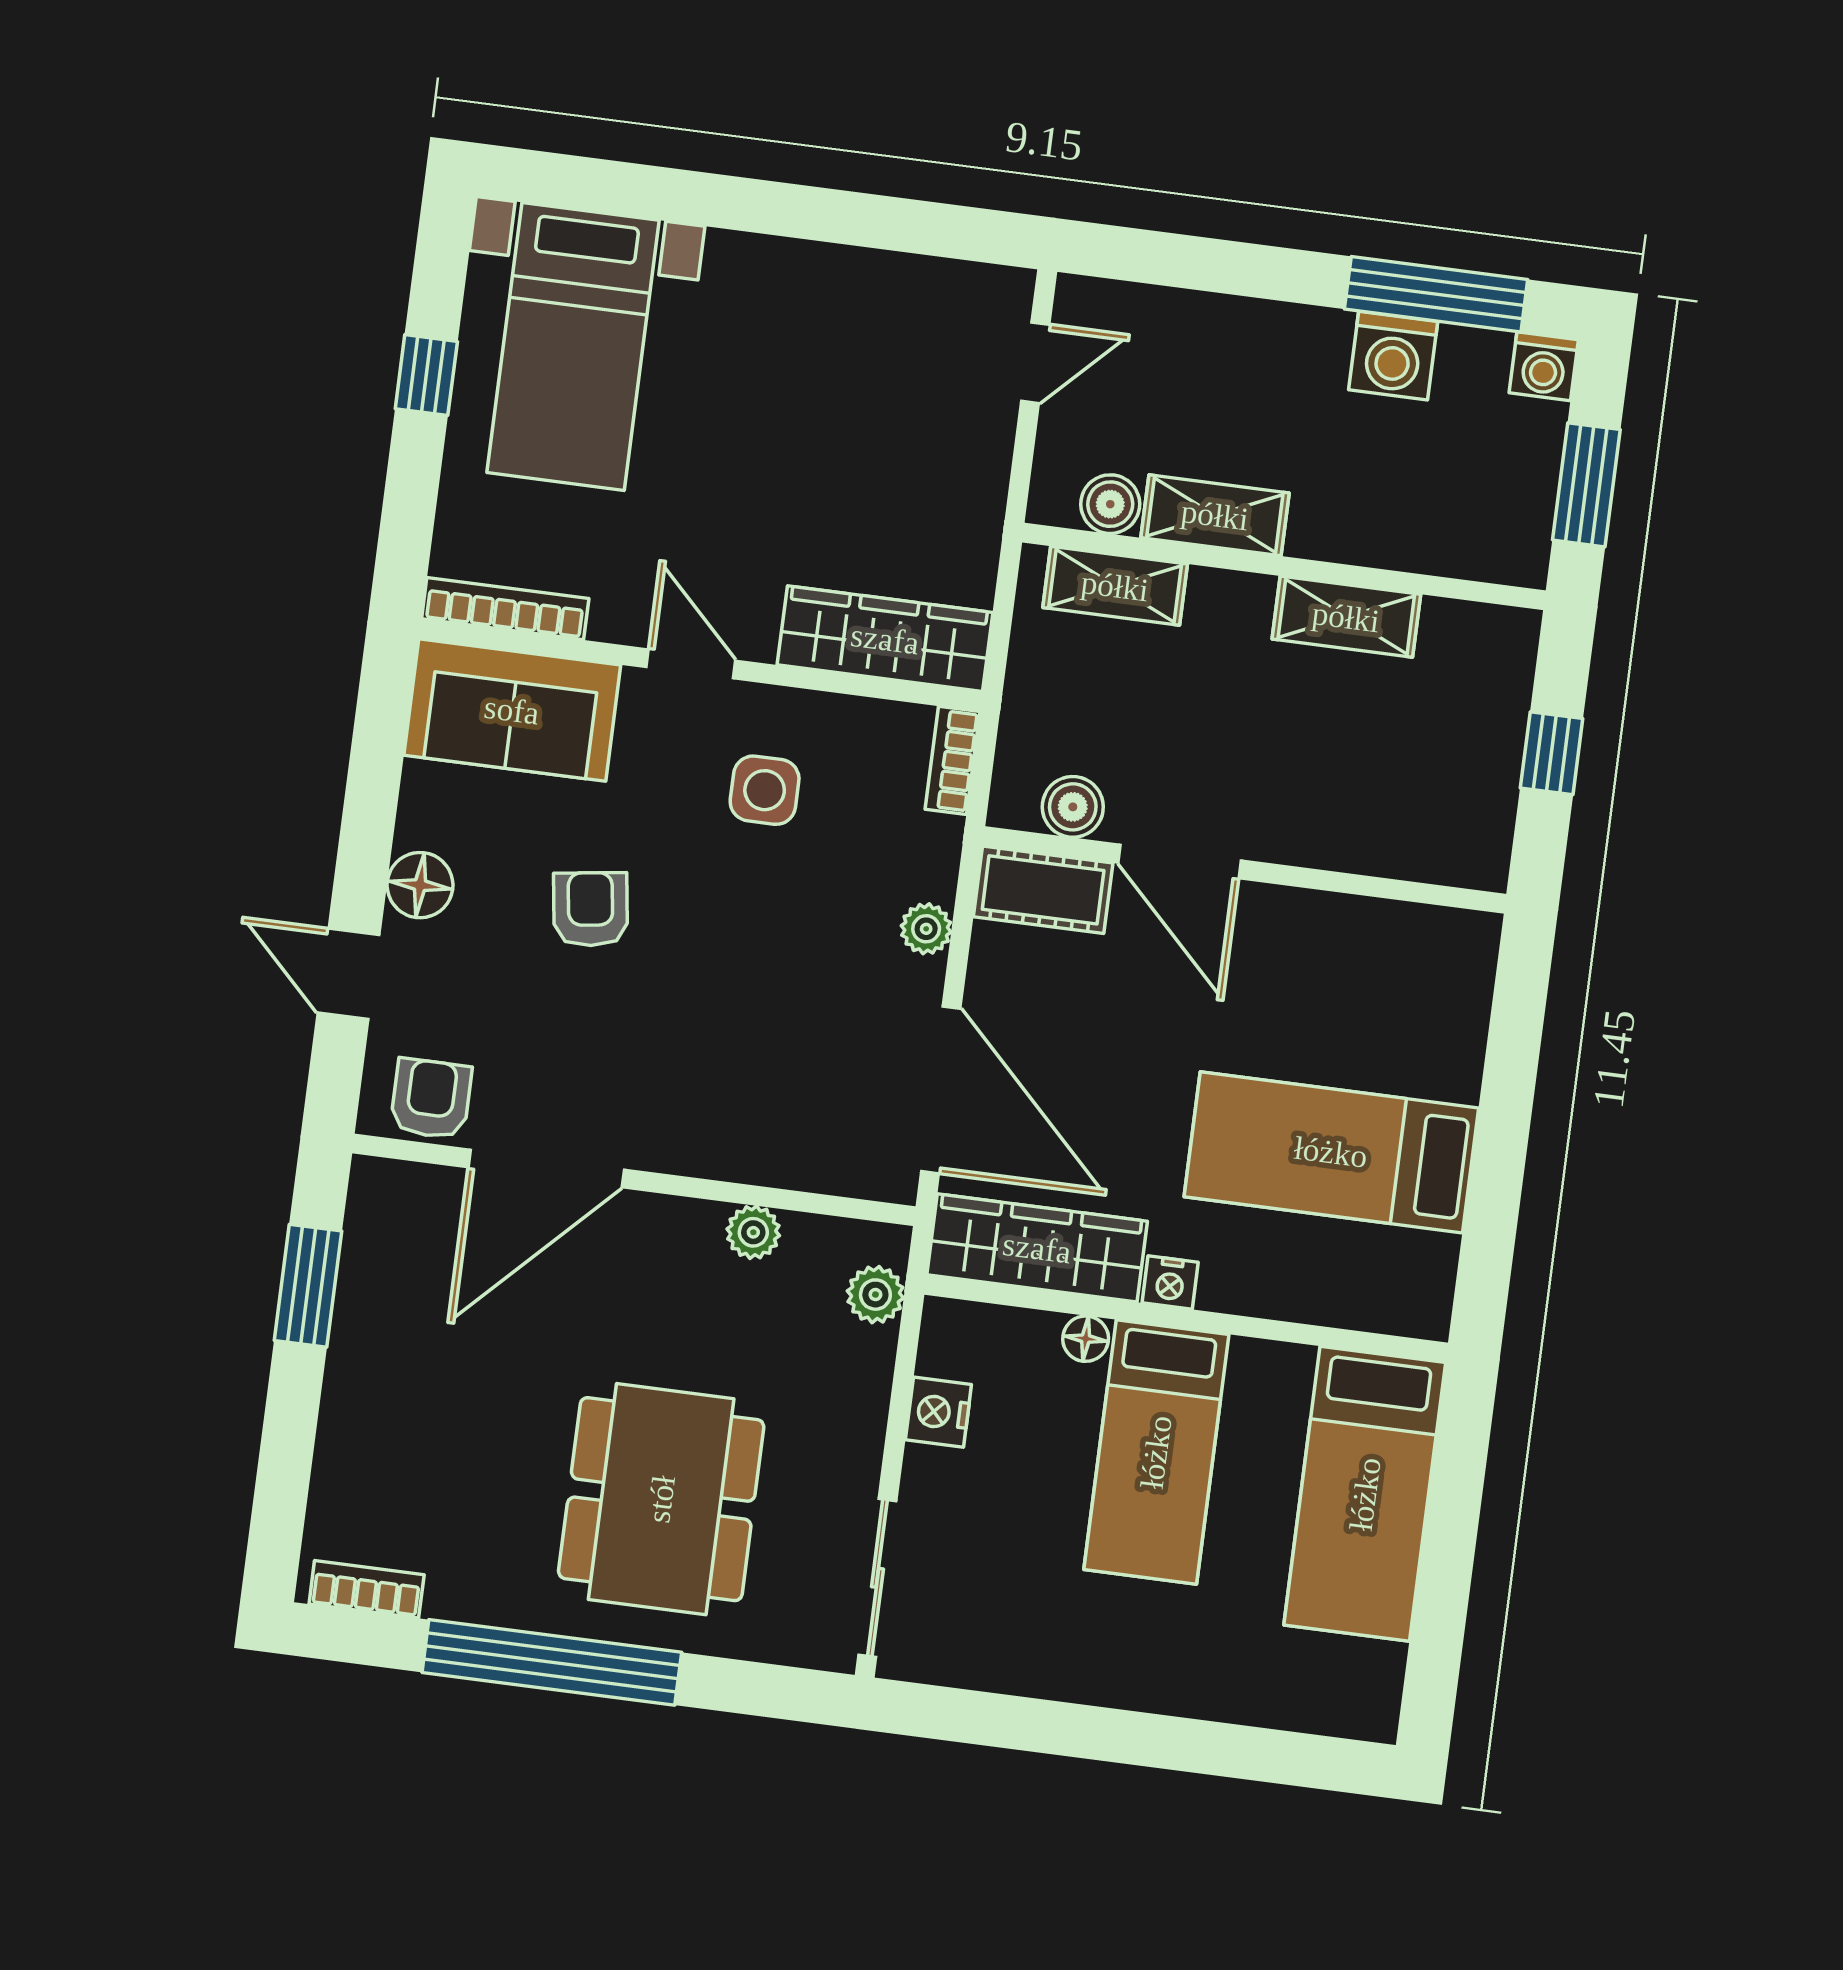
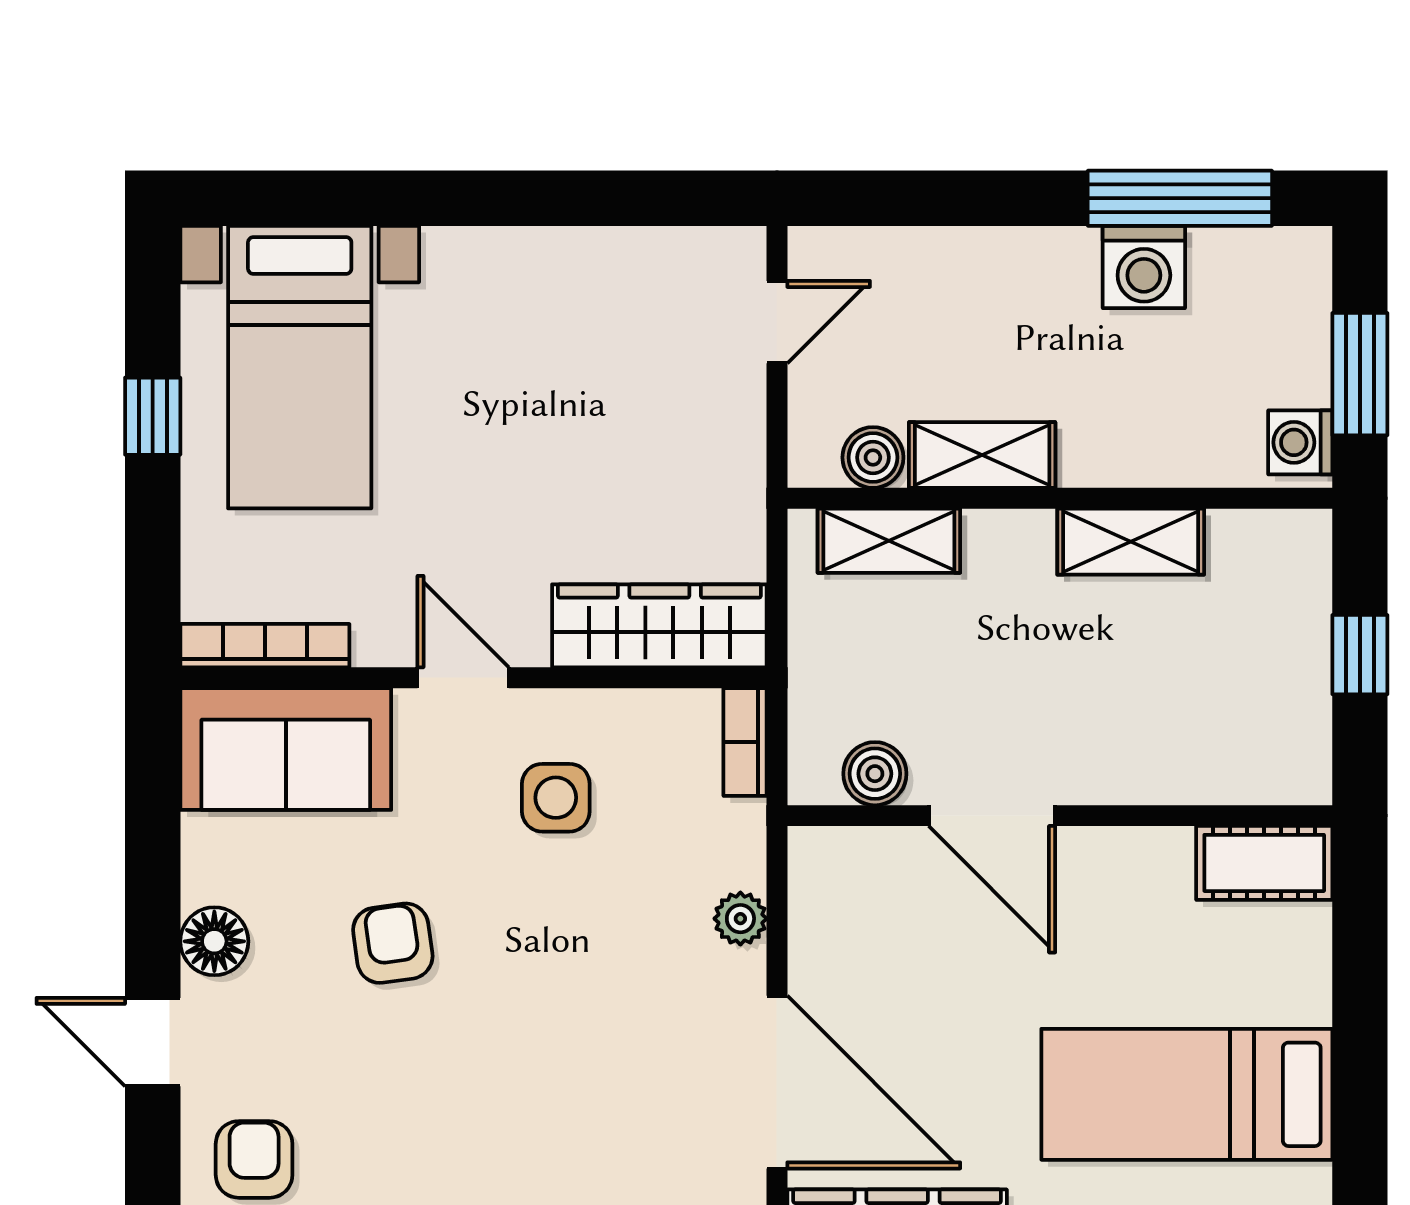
washing machine: (1544, 366) -> (1300, 442), moved, turned 90
cot: (1043, 890) -> (1264, 863), moved

